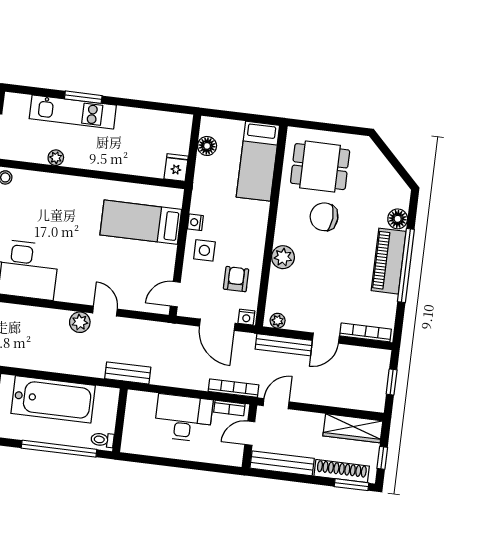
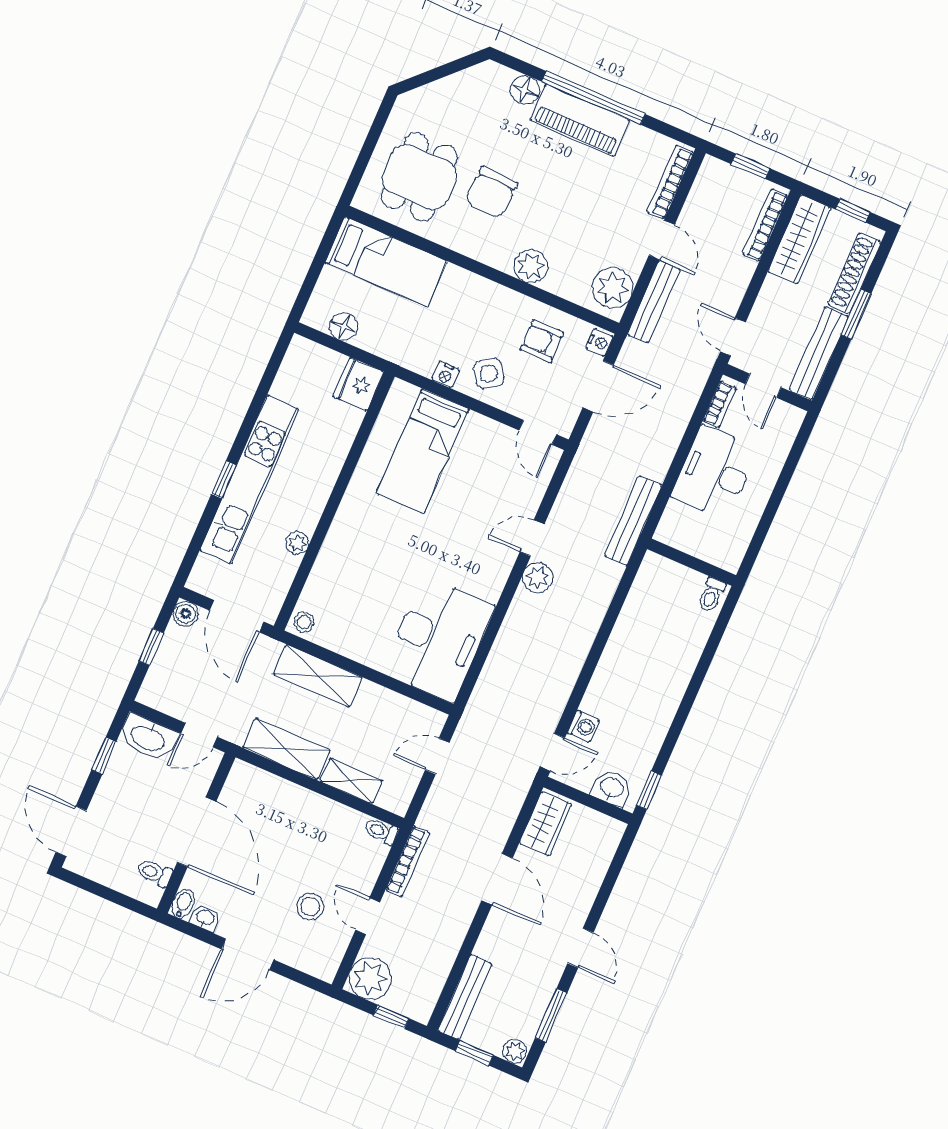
window: (83, 97) -> (224, 480), width x0.67
kitchen unit: (73, 112) -> (249, 480), width x1.36
fridge: (176, 167) -> (359, 384), width x1.38
side table: (204, 250) -> (489, 374), turned -34
plant: (278, 321) -> (613, 288), width x1.88, depth x1.88
bench: (128, 373) -> (633, 521), width x1.36
bookcase: (233, 388) -> (765, 225), moved
bathtub: (53, 399) -> (635, 647), removed
window: (59, 449) -> (706, 659), removed
window: (351, 485) -> (856, 314), moved

